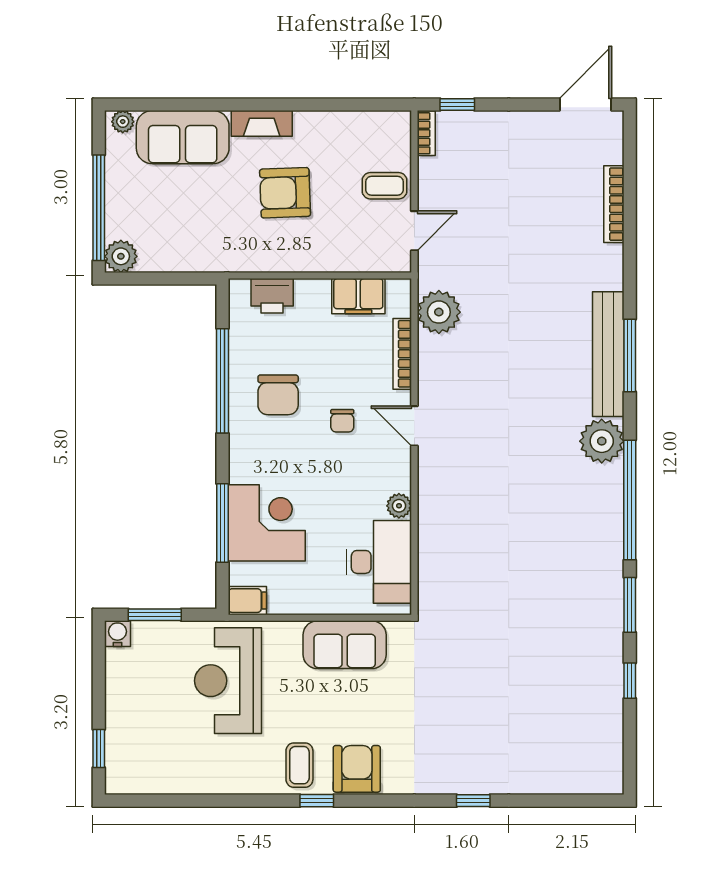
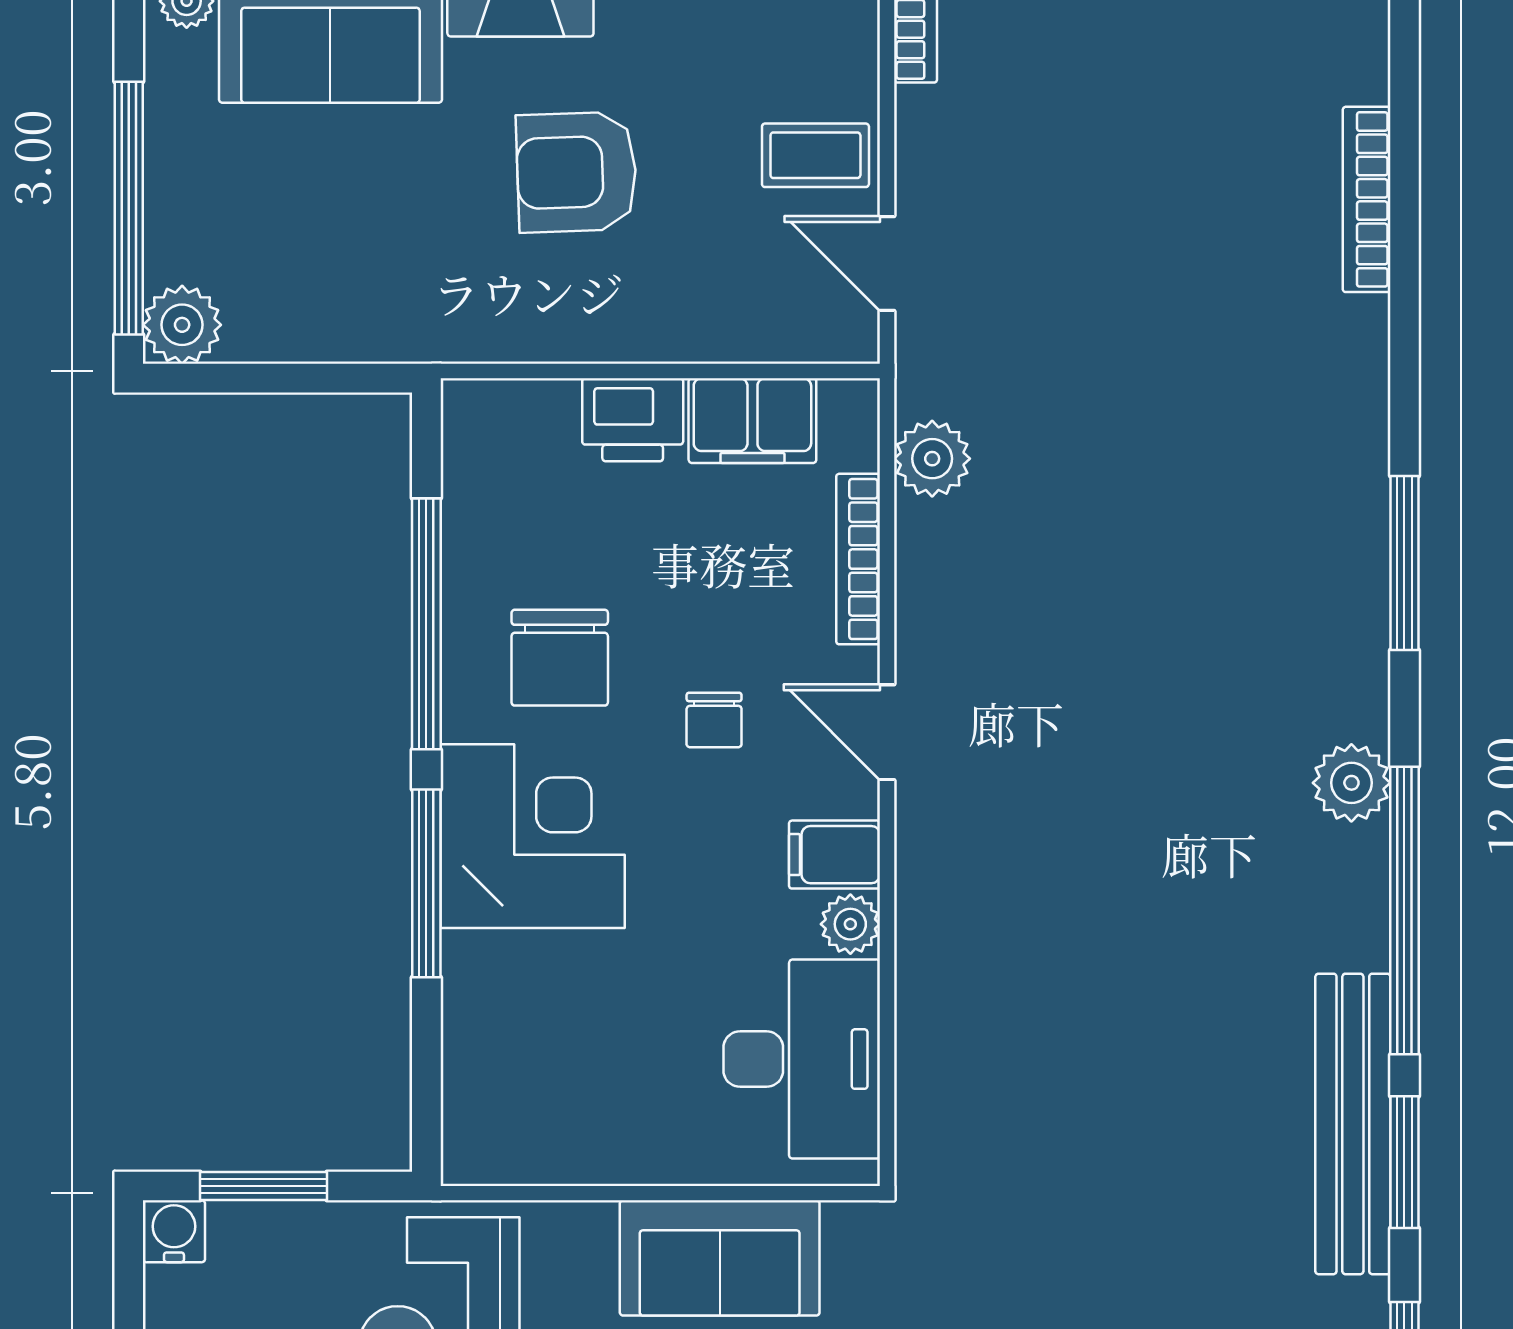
door: (414, 231) -> (887, 263), swing flipped
printer: (272, 296) -> (633, 420), moved
plant: (439, 312) -> (932, 459), width x0.73, depth x0.73
bench: (608, 354) -> (1353, 1124), moved
plant: (602, 441) -> (1351, 783), width x0.73, depth x0.73
window: (223, 523) -> (426, 883), moved
corner desk: (267, 523) -> (533, 836), moved
filing cabinet: (247, 601) -> (834, 855), moved, turned 180

